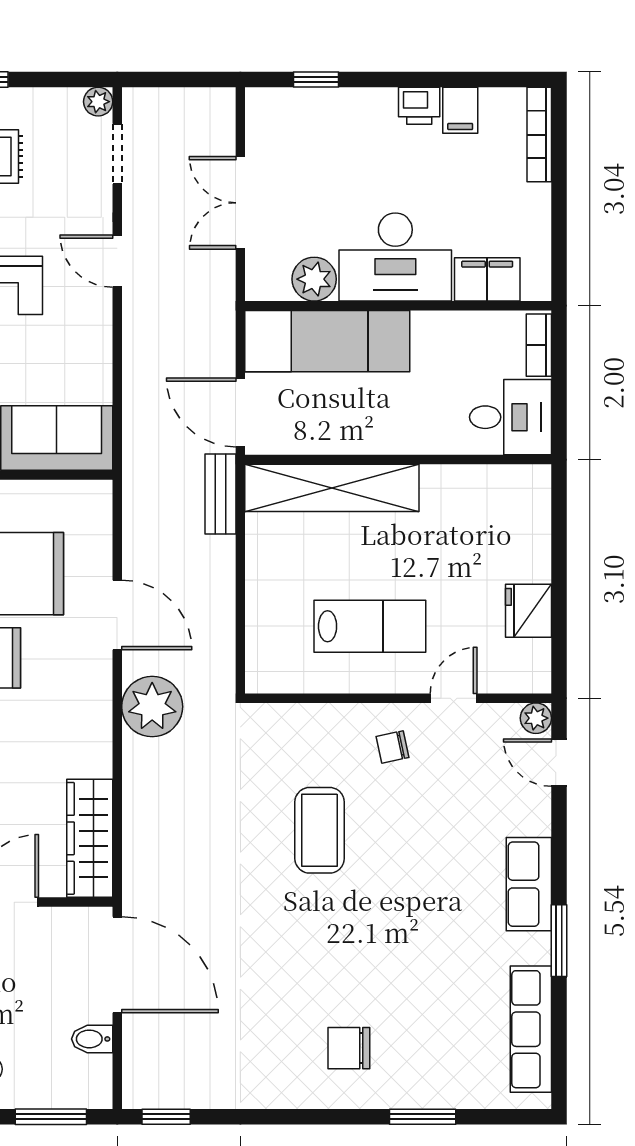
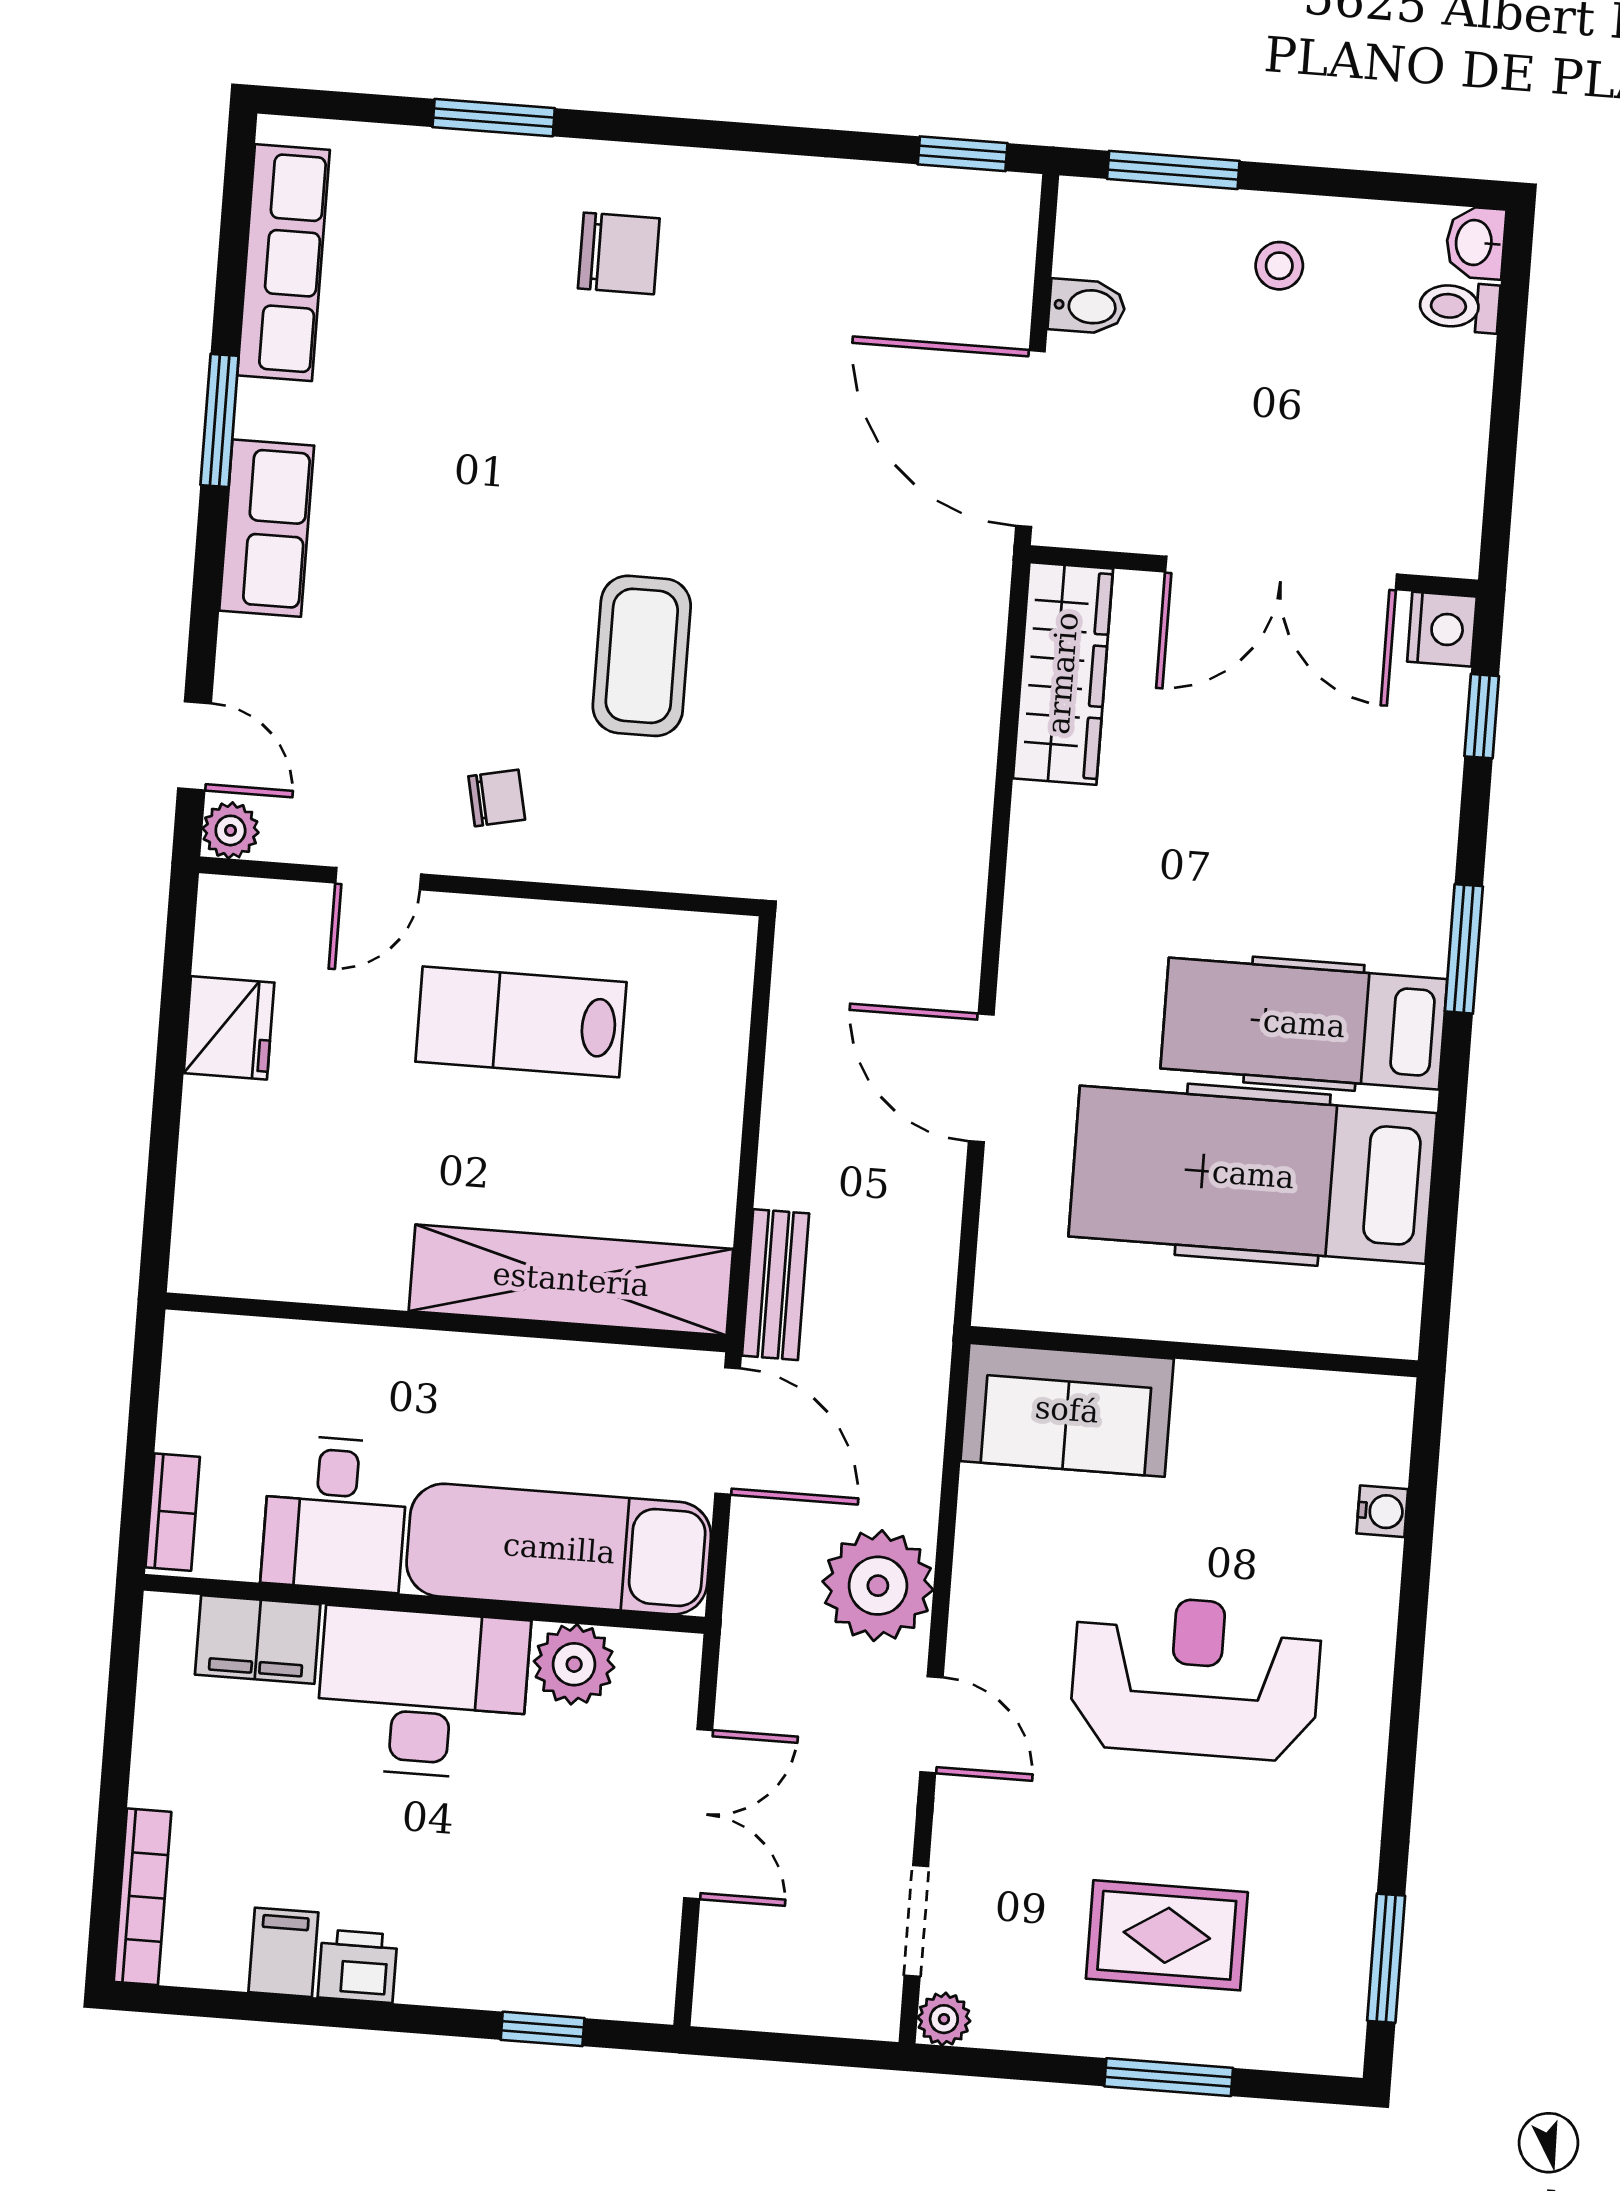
desk: (510, 417) -> (335, 1513), moved, turned -90
plant: (152, 707) -> (878, 1586), moved

